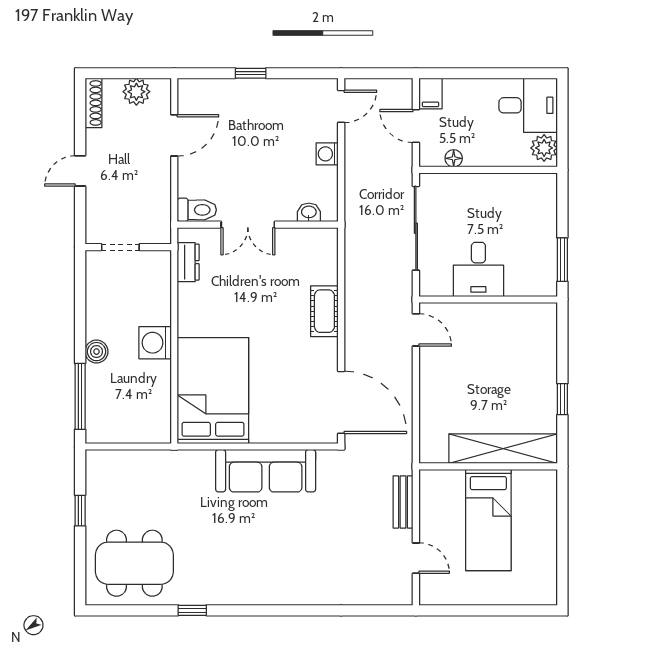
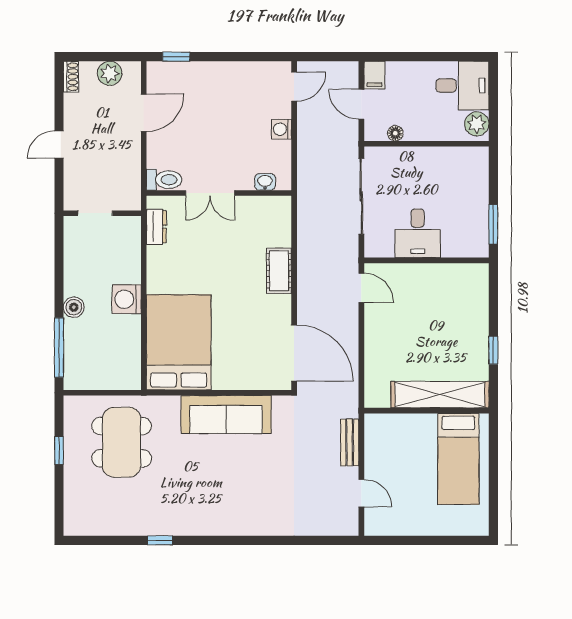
window: (251, 73) -> (176, 57), moved
shoe rack: (93, 103) -> (71, 77), width x0.70
bed: (488, 520) -> (458, 459), moved
dining table: (134, 563) -> (121, 442), moved, turned 90

